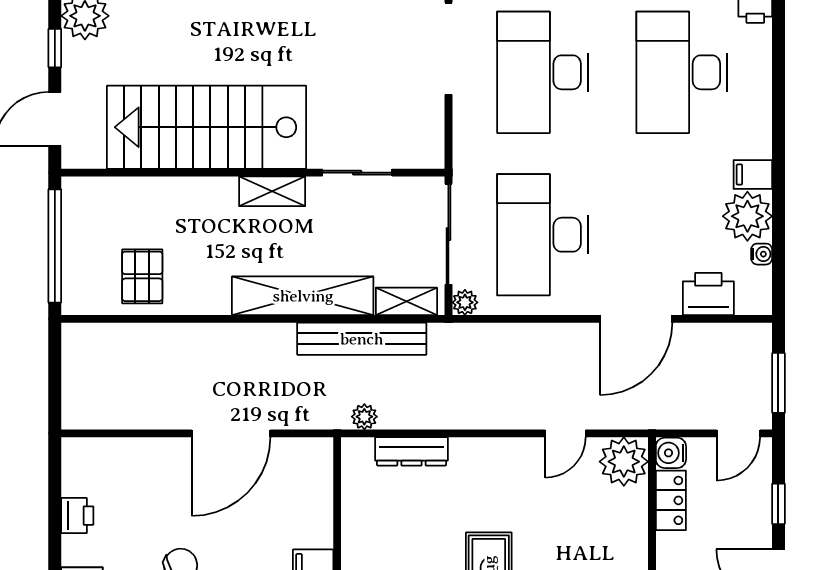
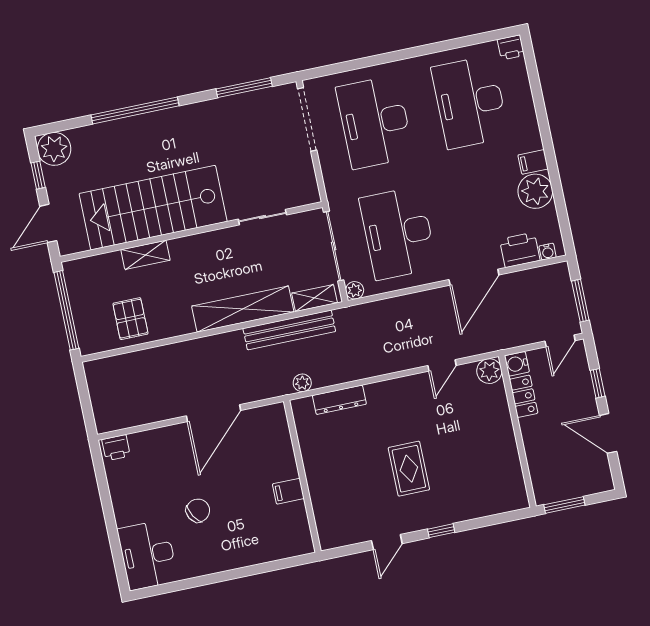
shelving: (272, 191) -> (145, 255), moved
water cooler: (762, 254) -> (548, 252), moved, turned 90
plant: (624, 462) -> (489, 371), width x0.73, depth x0.73
printer: (77, 516) -> (116, 448), moved, turned 90

